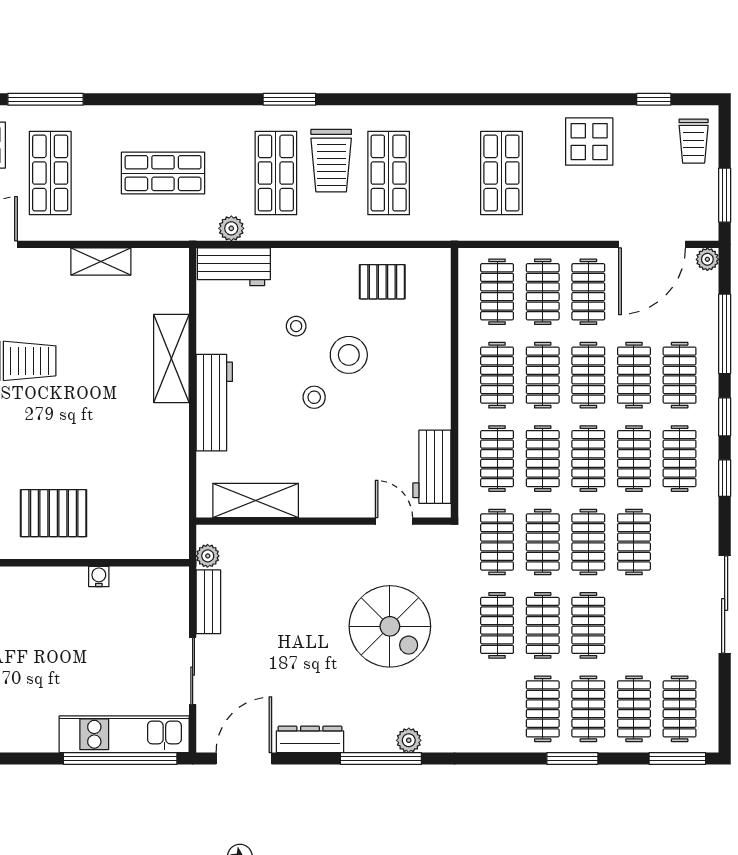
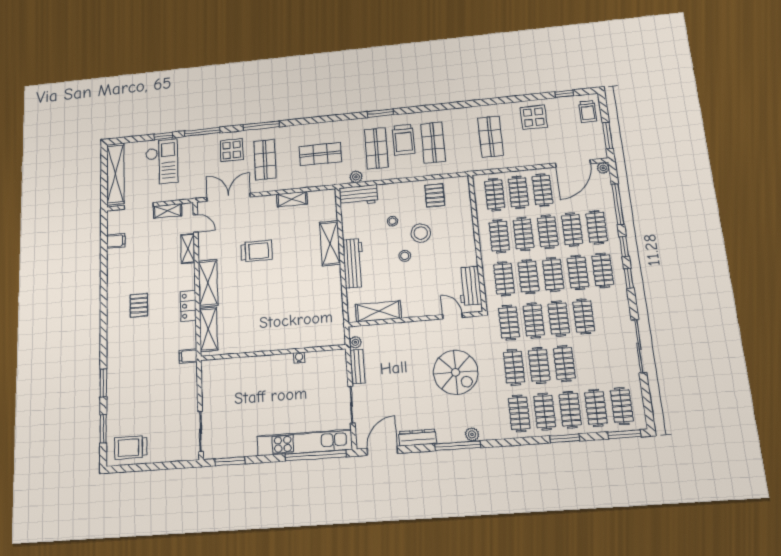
pallet: (382, 282) -> (435, 195), turned 90
pallet: (53, 513) -> (274, 327), removed
clothes rail: (497, 709) -> (519, 413), added
kitchen unit: (124, 734) -> (304, 443), width x1.36

